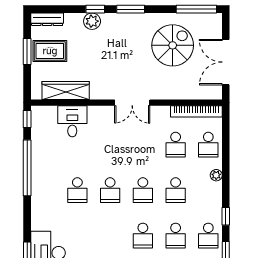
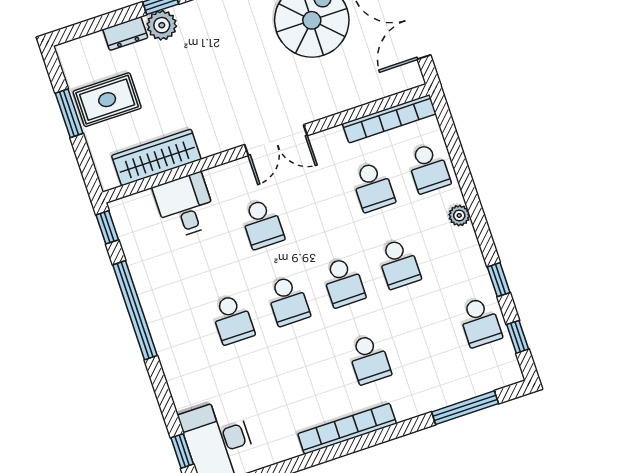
dresser: (47, 19) -> (125, 34), moved, width x0.70
school desk: (176, 236) -> (262, 224), moved

